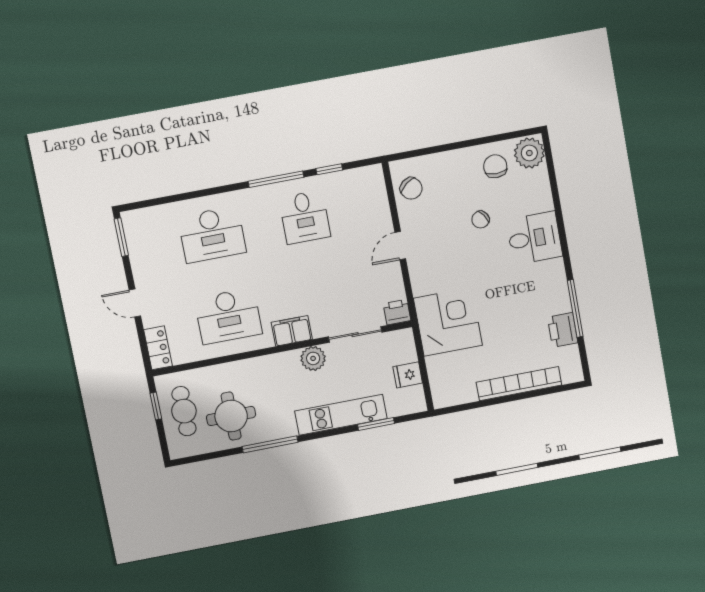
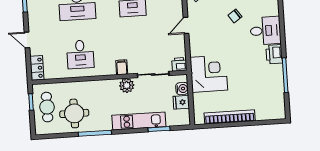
desk: (228, 316) -> (80, 54), width x0.73
printer: (563, 330) -> (274, 54), moved
filing cabinet: (292, 331) -> (122, 67), width x0.50
water cooler: (406, 352) -> (182, 89), added
bookcase: (519, 384) -> (230, 117), moved

